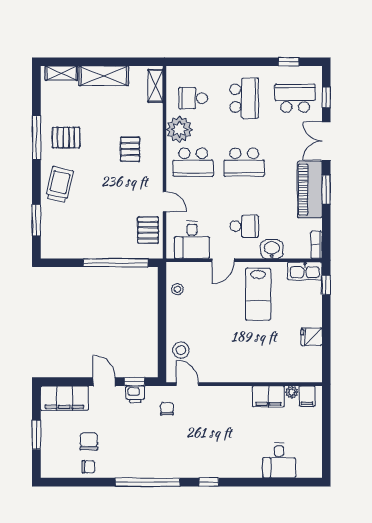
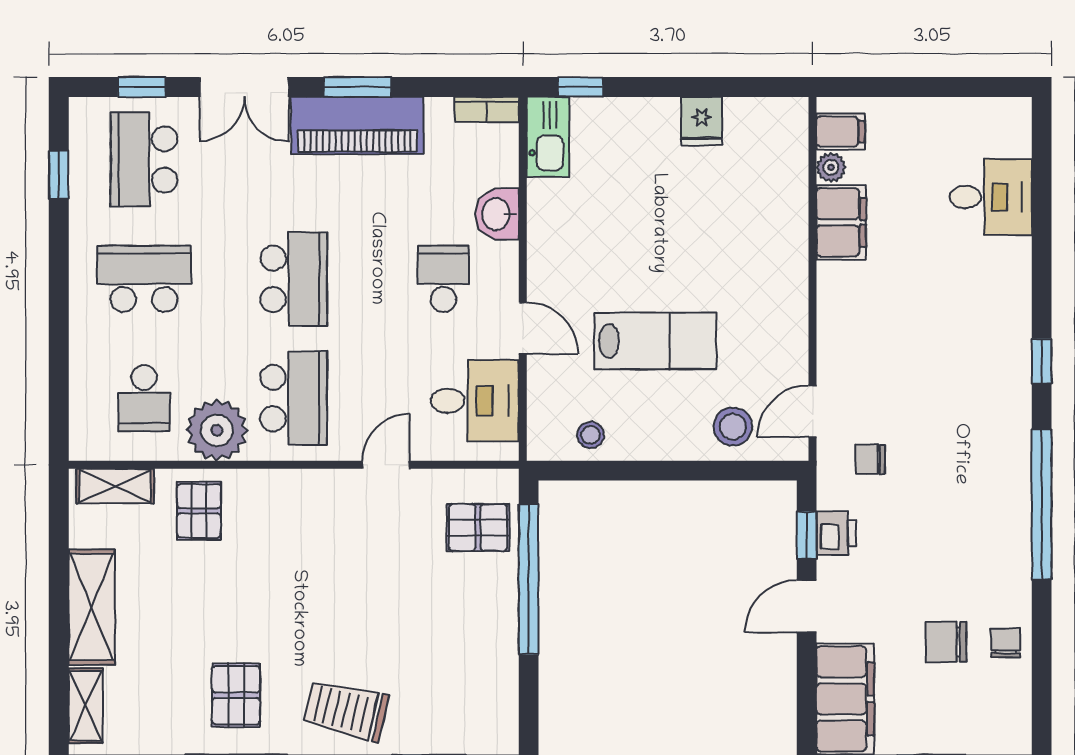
pallet: (130, 149) -> (199, 511), moved, turned 90
pallet: (148, 230) -> (478, 528), moved
lab bench: (258, 294) -> (655, 341), moved

